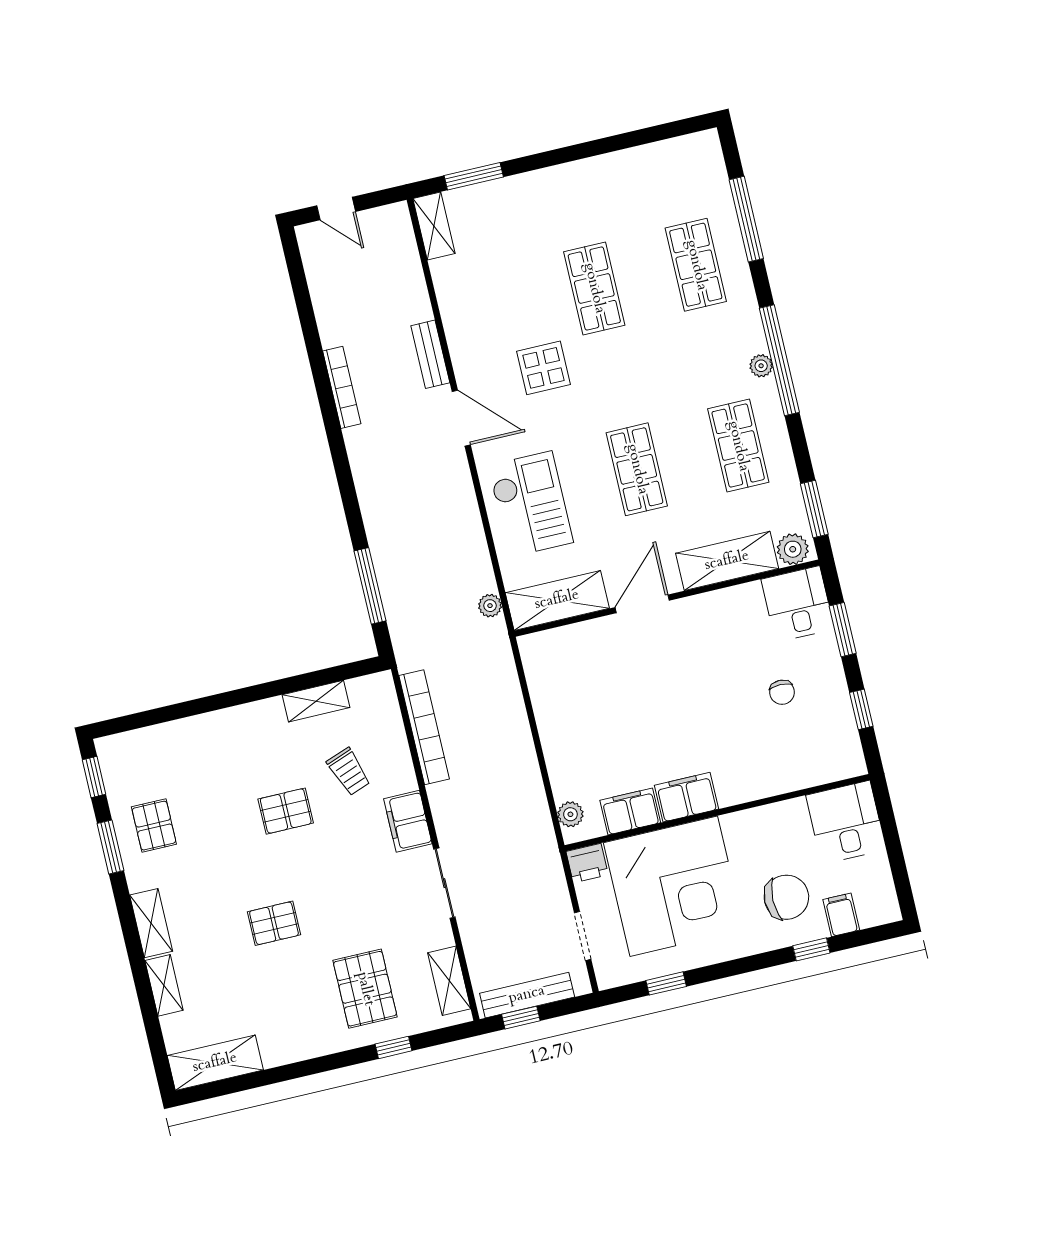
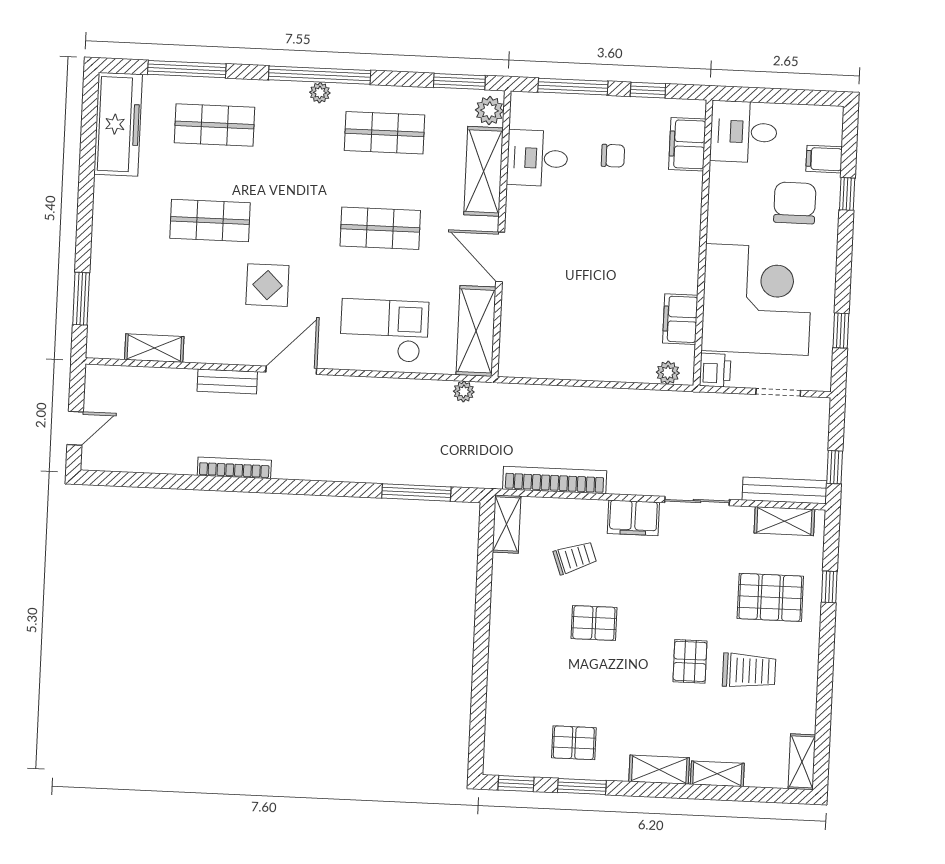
freezer: (668, 163) -> (118, 124), added
shelving: (434, 226) -> (154, 348), moved
desk: (798, 604) -> (537, 158), moved
window: (843, 630) -> (573, 87), width x1.44
shelving: (316, 701) -> (507, 524), moved
filing cabinet: (686, 797) -> (687, 144), moved
pallet: (286, 811) -> (594, 623), turned 90
trolley: (282, 988) -> (749, 671), added
bench: (527, 995) -> (785, 490), moved, turned 90
shelving: (215, 1063) -> (802, 762), width x0.67, depth x0.75

